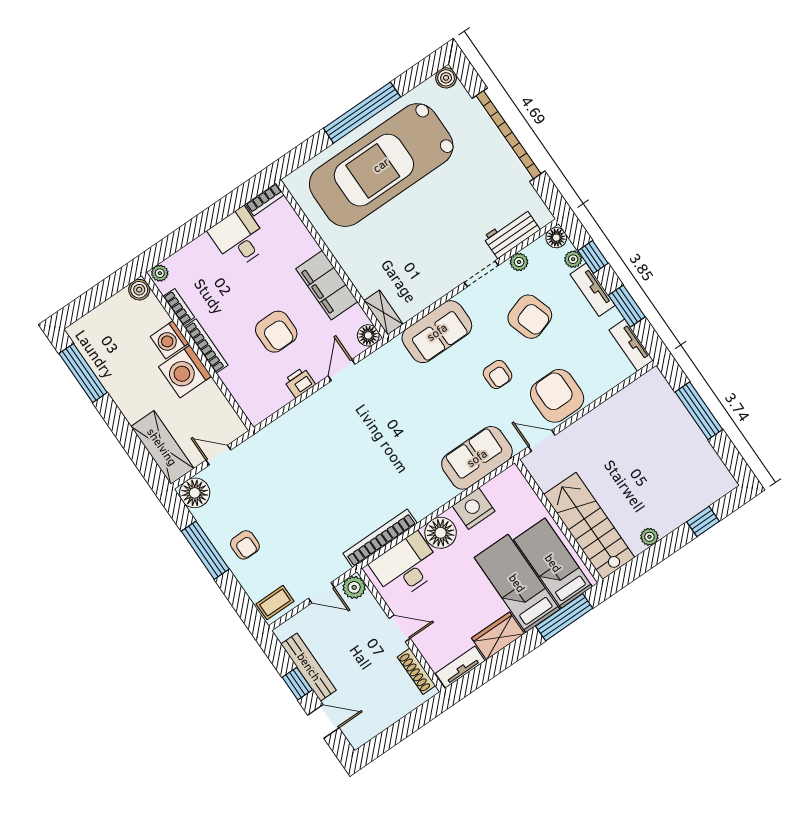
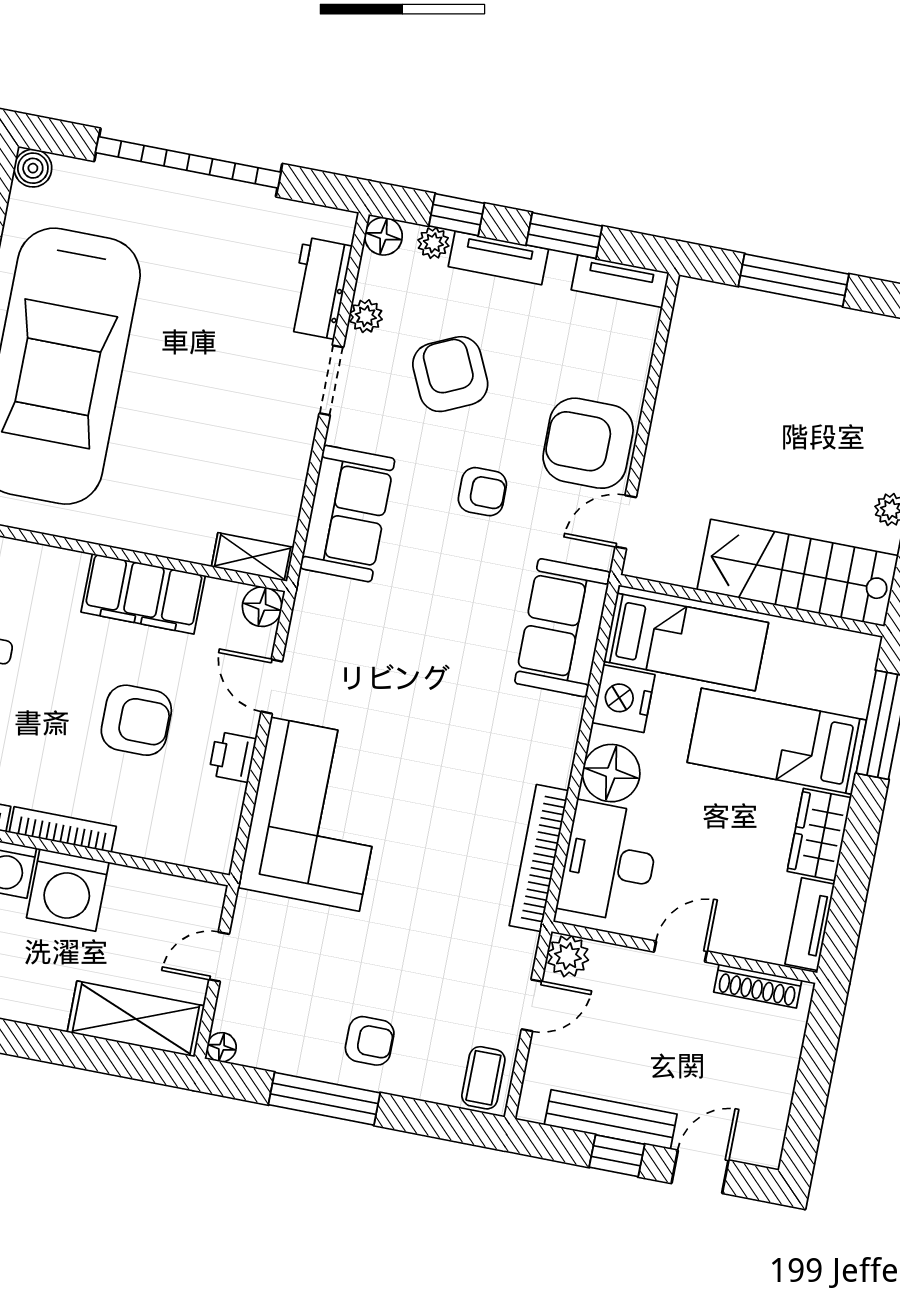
armchair: (530, 317) -> (450, 374), turned -97
corner sofa: (310, 436) -> (315, 814), added
floor lamp: (195, 493) -> (222, 1047), width x0.53, depth x0.53
bed: (553, 563) -> (686, 642), moved, turned 180

